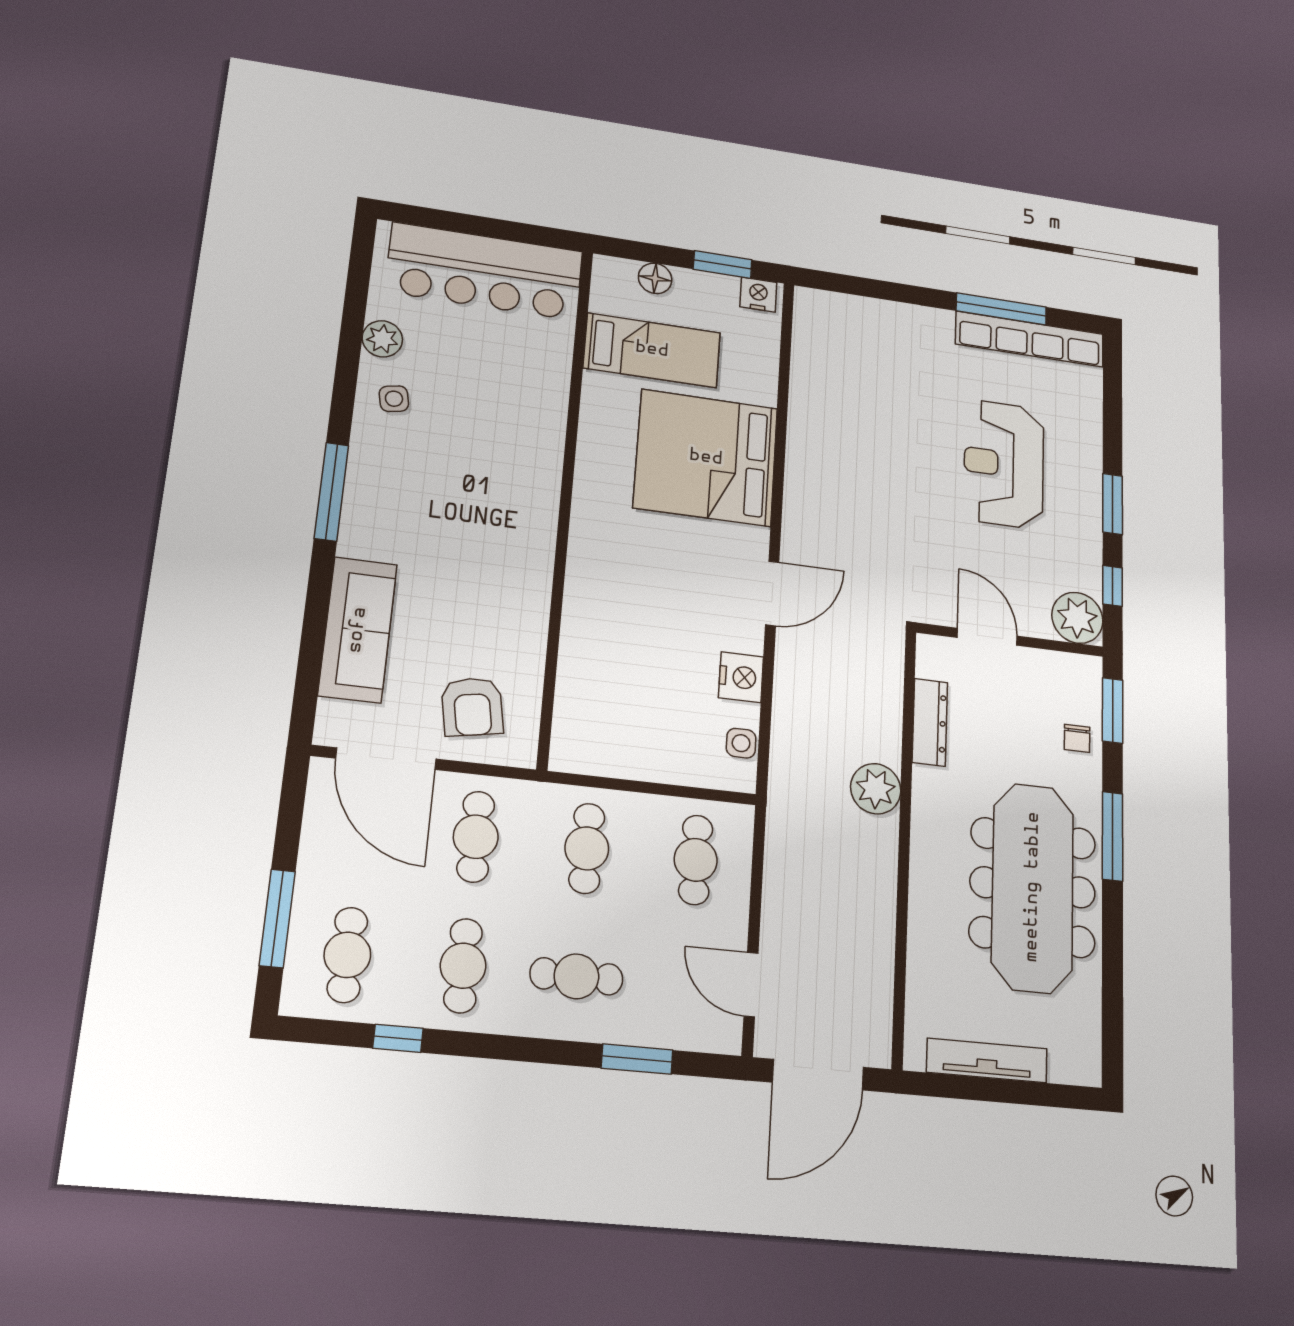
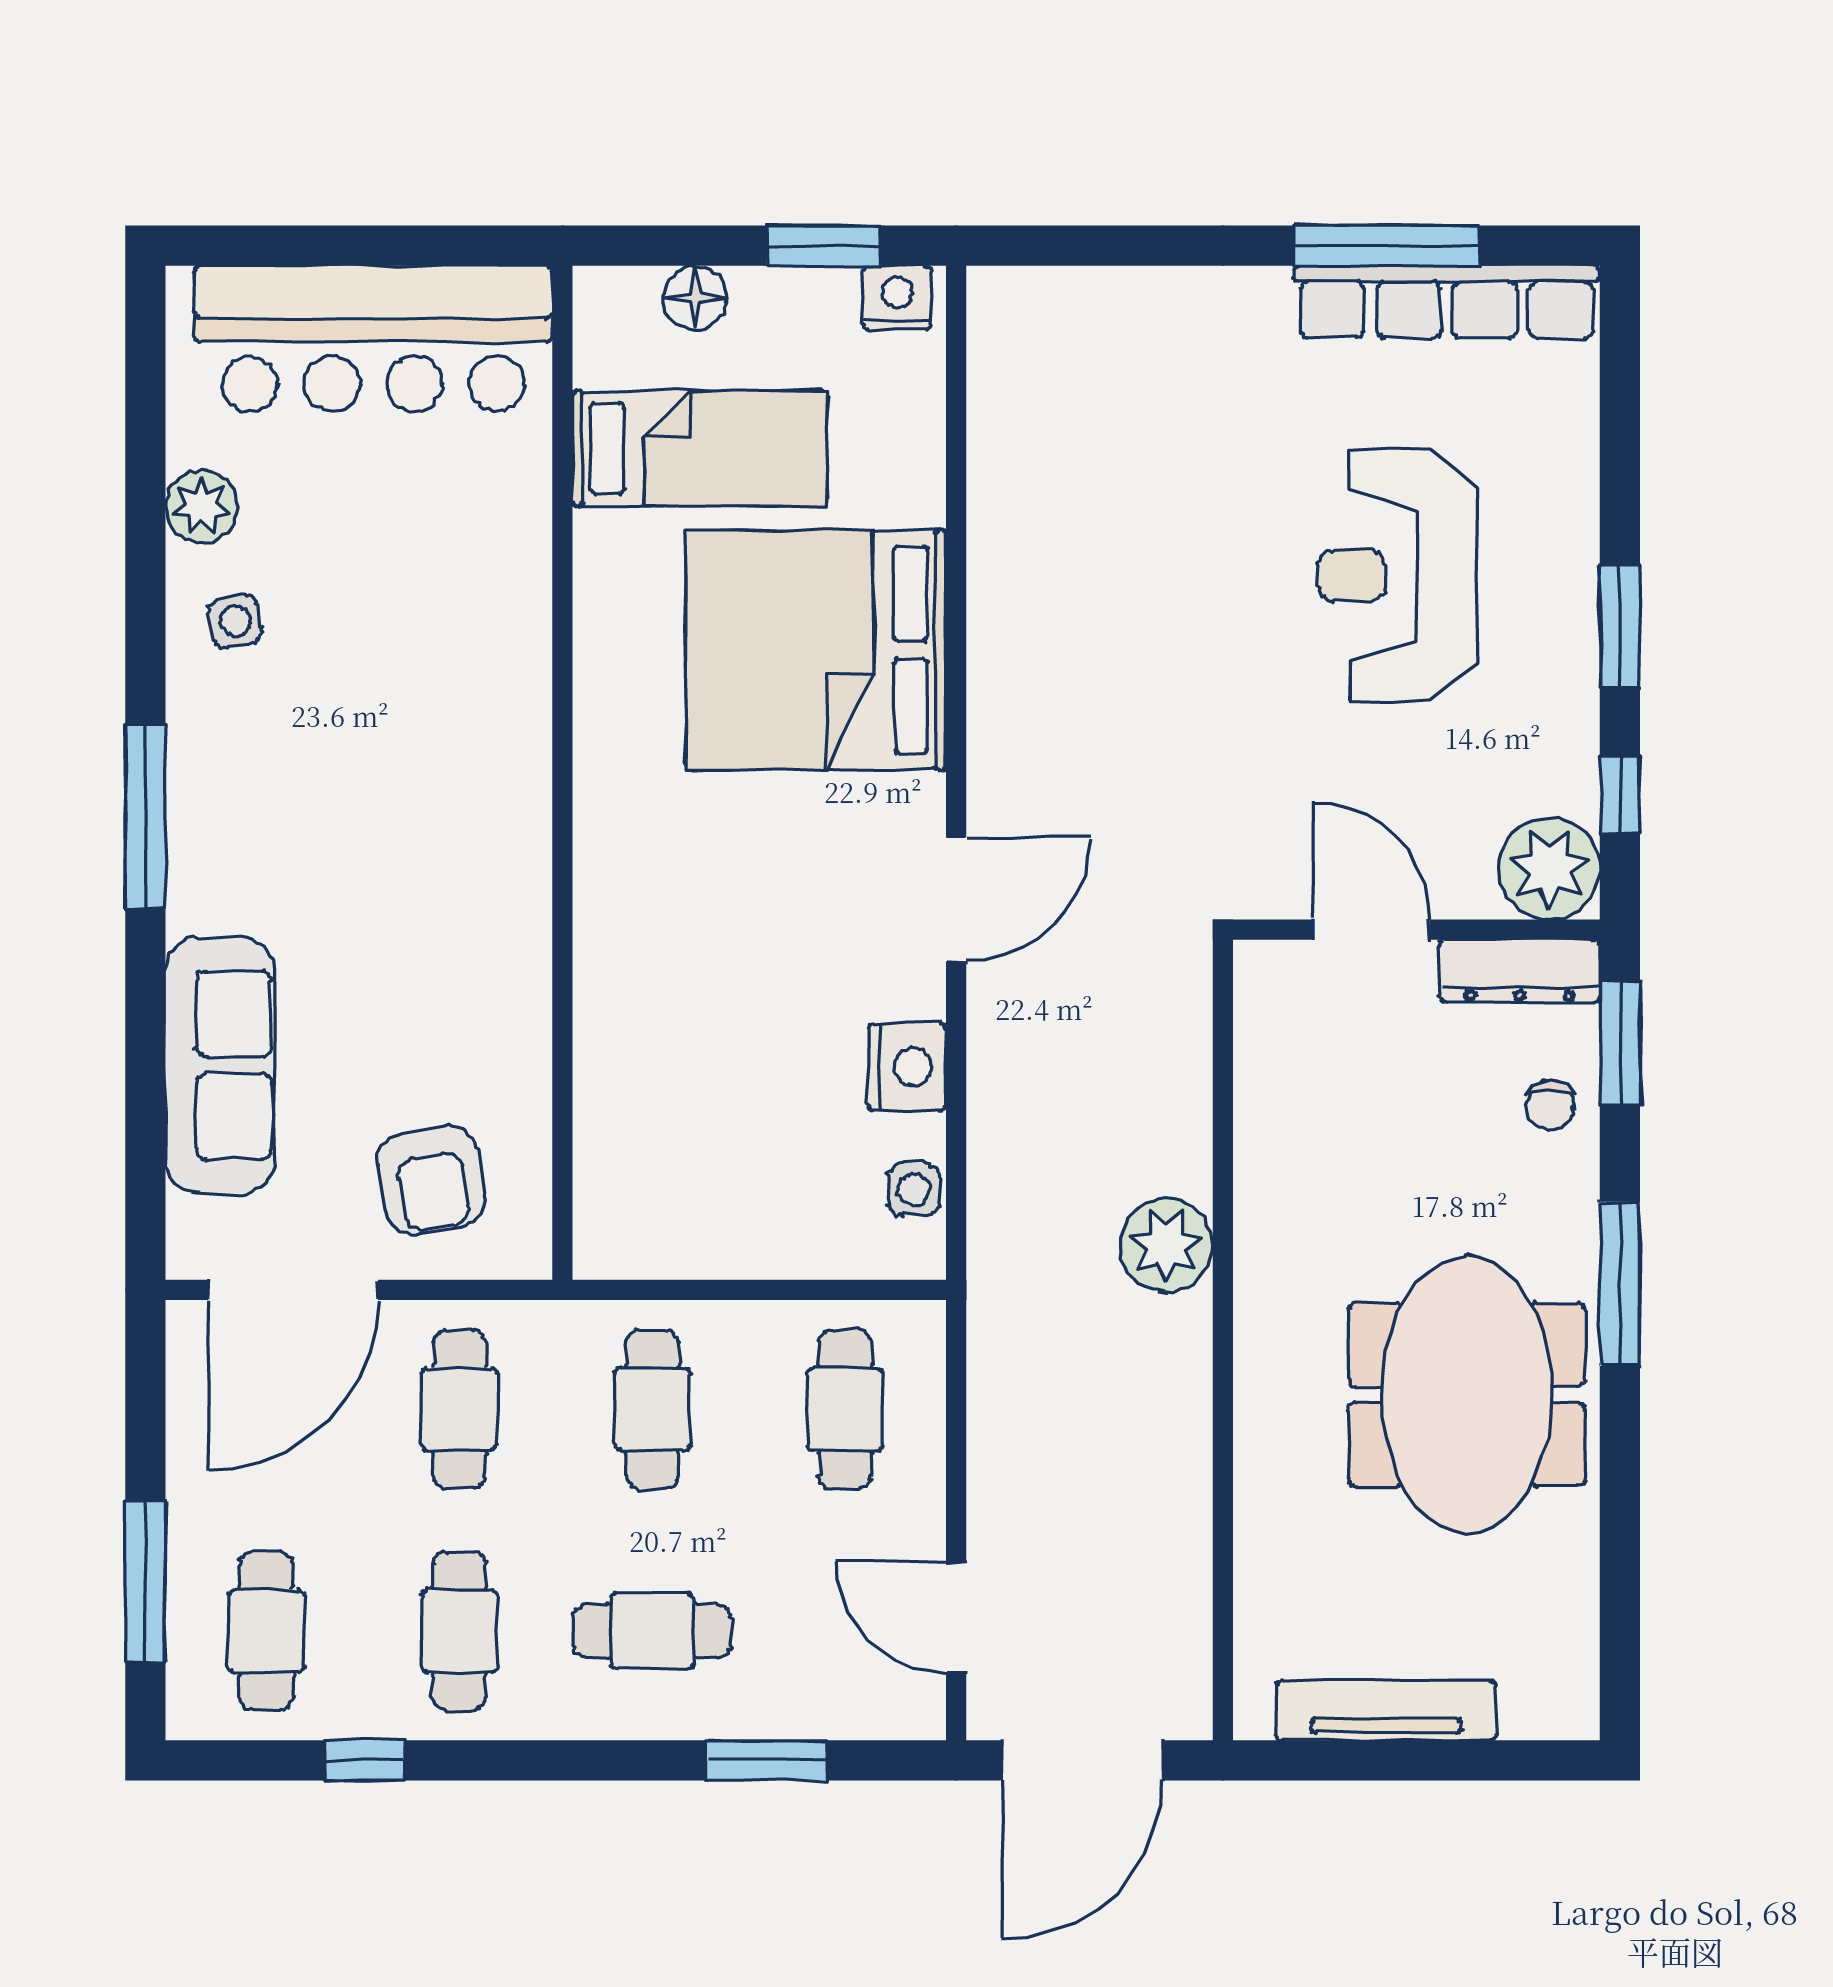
dresser: (930, 722) -> (1520, 971), moved, turned 90
door: (386, 759) -> (293, 1290), hinge flipped
meeting table: (1033, 887) -> (1467, 1395), width x0.73

